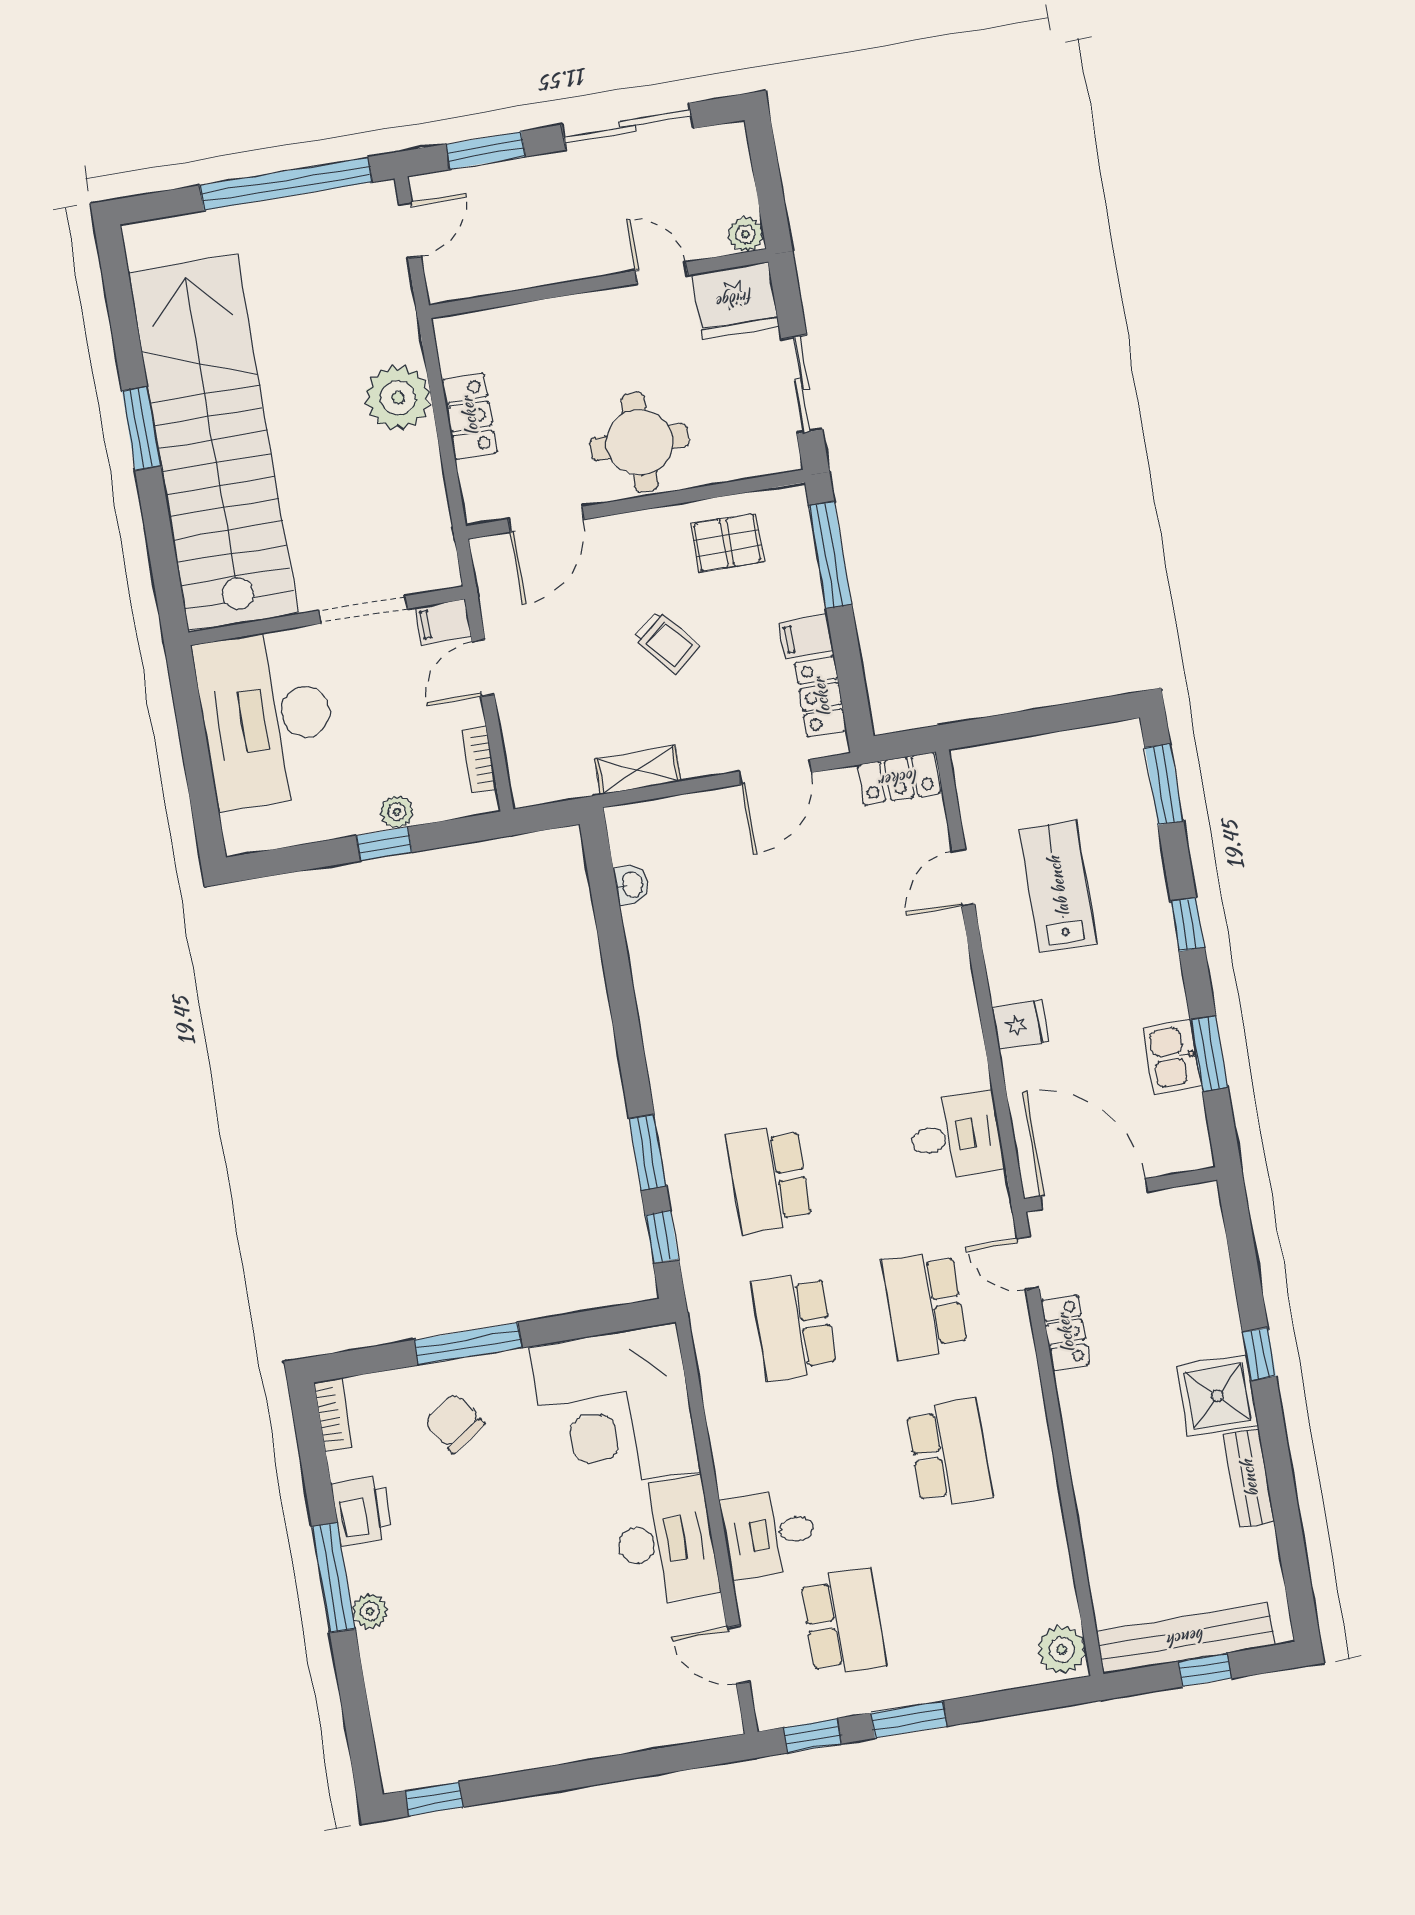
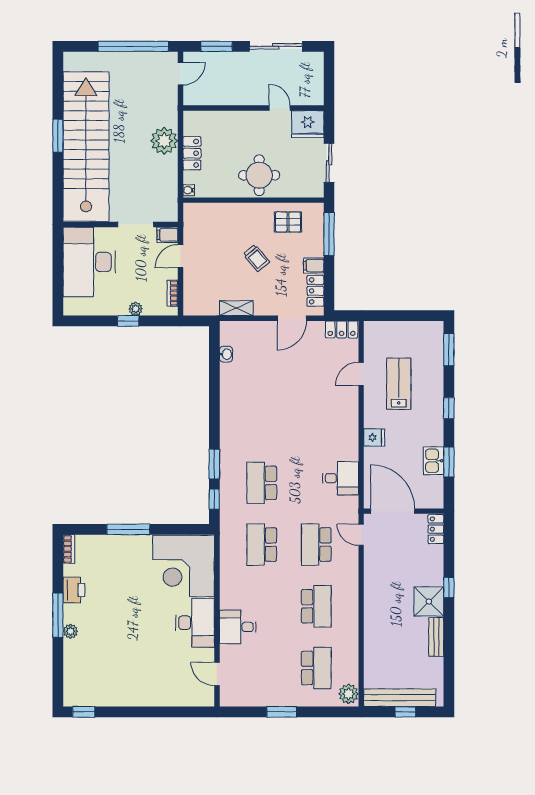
plant: (746, 234) -> (316, 98), removed
water cooler: (476, 506) -> (189, 190), added
door: (546, 519) -> (216, 200), removed
locker: (1065, 1333) -> (436, 529), moved, turned 180
chair: (454, 1423) -> (117, 561), removed
school desk: (843, 1622) -> (316, 668), moved
window: (812, 1736) -> (242, 712), removed

